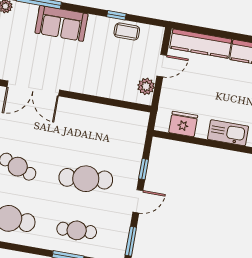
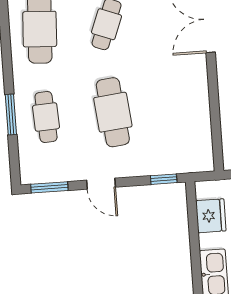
window: (144, 169) -> (164, 179), moved

